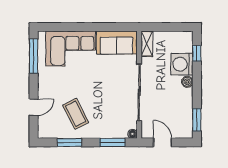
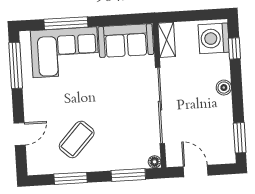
window: (73, 27) -> (66, 23), added
washing machine: (182, 64) -> (214, 38), moved
coffee table: (76, 114) -> (77, 139), turned 70

